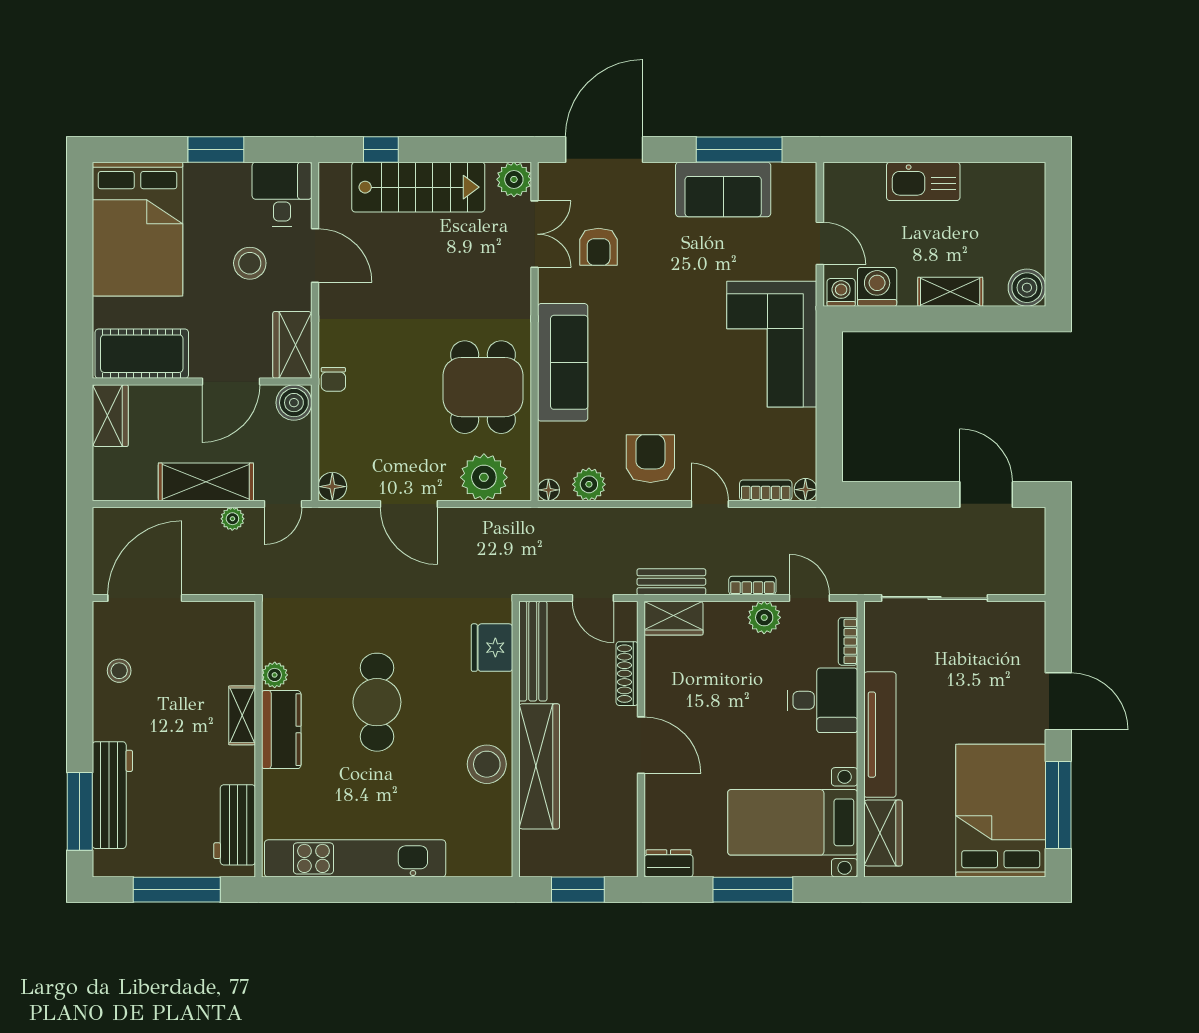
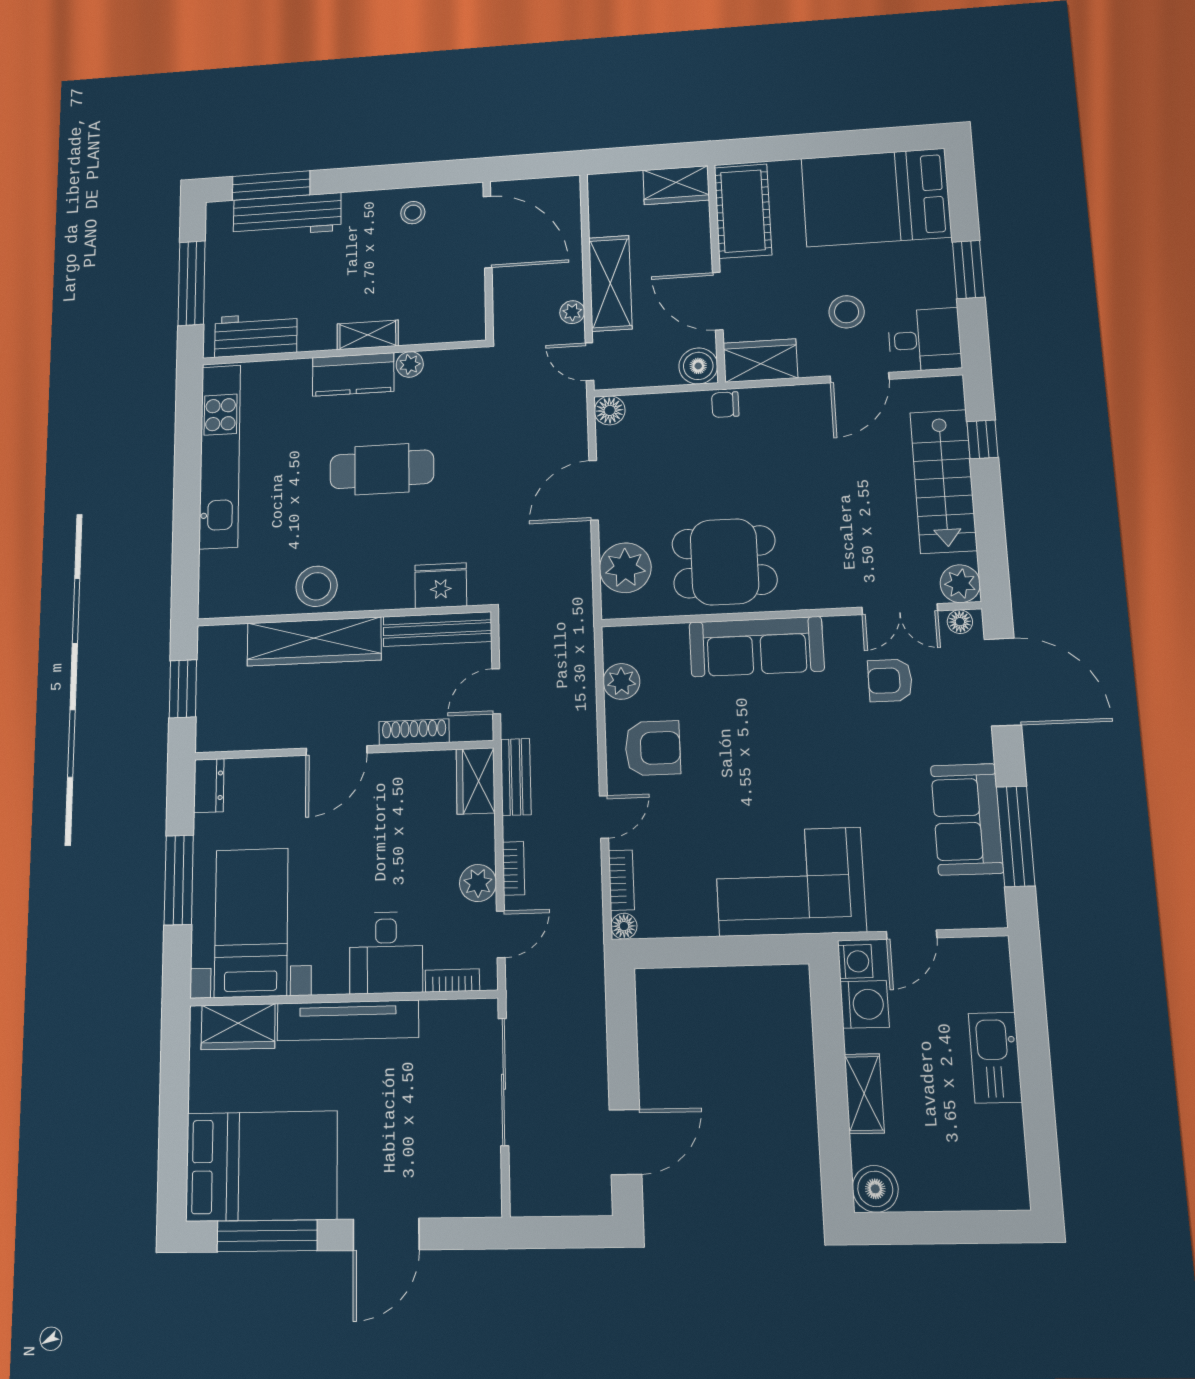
floor lamp: (548, 490) -> (960, 622), moved

